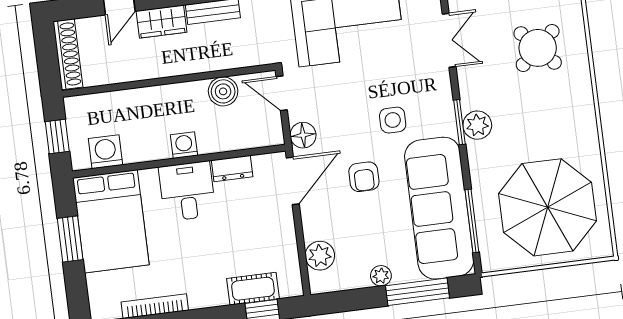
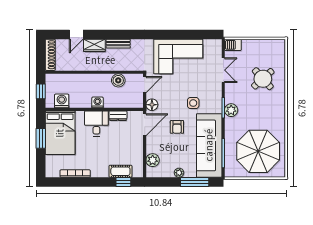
door: (282, 93) -> (145, 85), swing flipped

